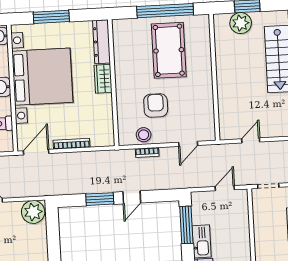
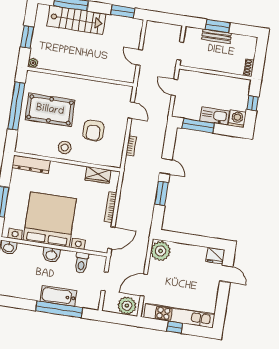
plant: (241, 23) -> (33, 63), moved, width x0.53, depth x0.53
wardrobe: (103, 79) -> (98, 175), moved
armchair: (156, 105) -> (94, 130), turned -90
stool: (144, 135) -> (65, 147), moved
door: (36, 152) -> (111, 238), swing flipped

